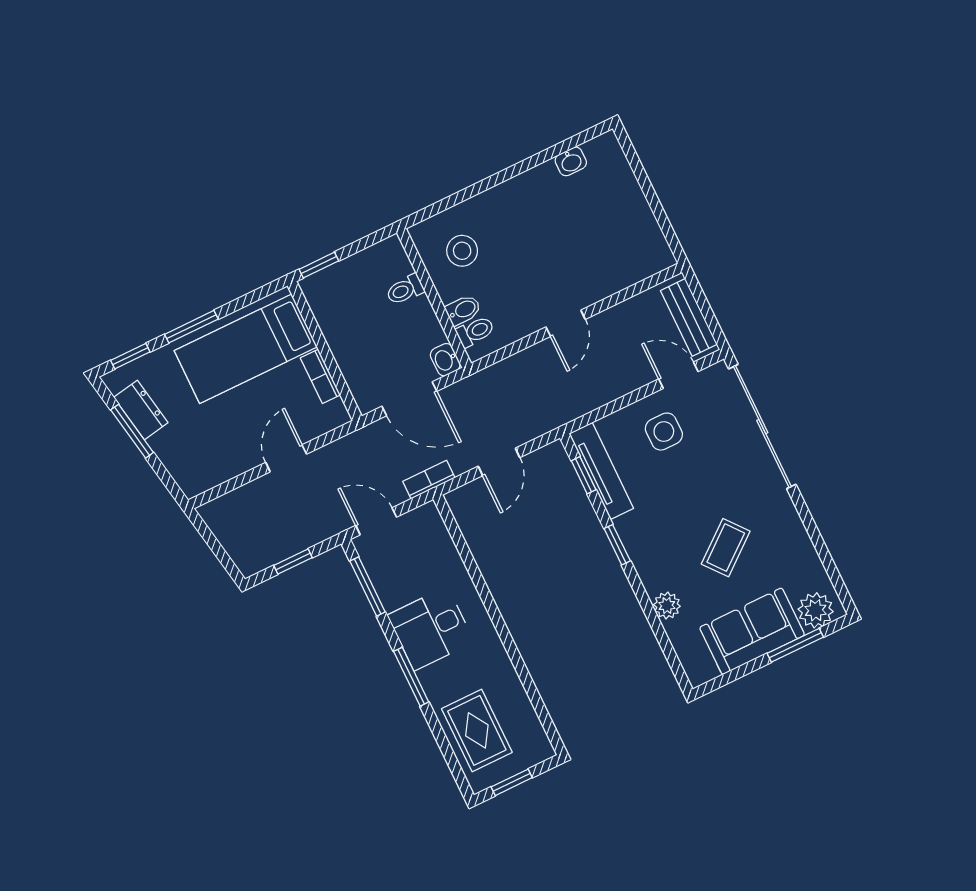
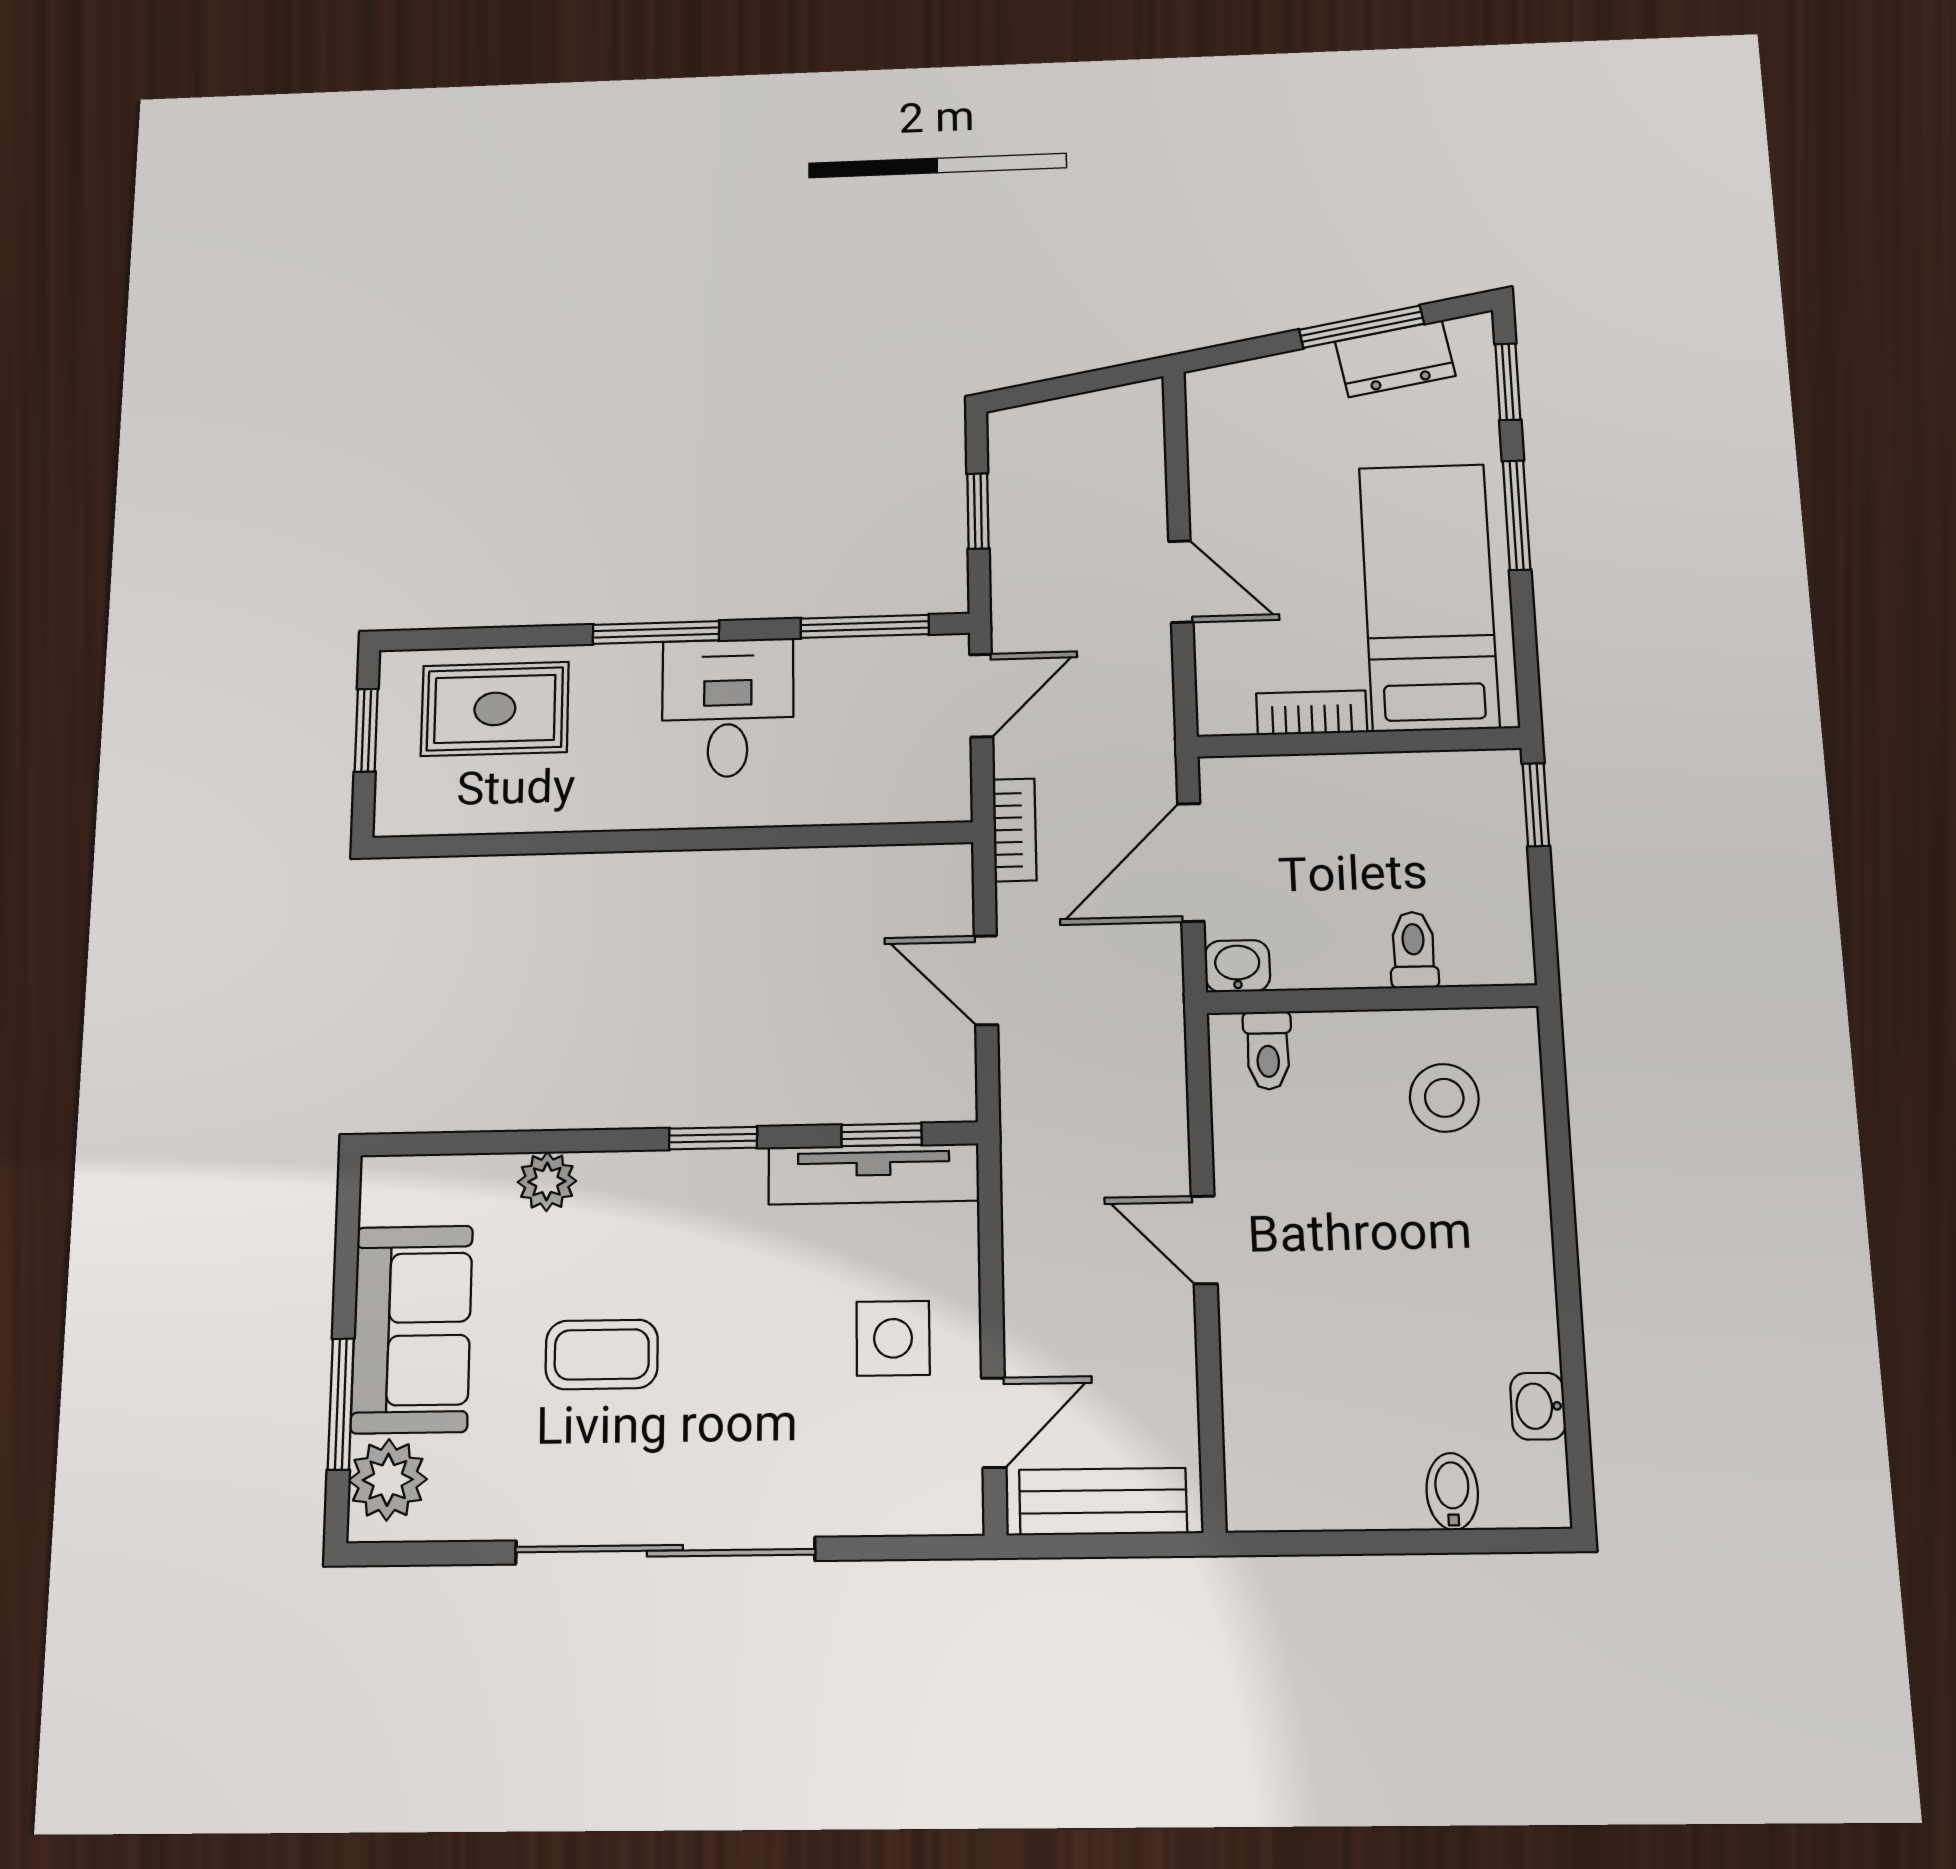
bidet: (463, 310) -> (1452, 1491), moved, turned 180
sliding door: (762, 427) -> (665, 1551), moved
coffee table: (726, 548) -> (602, 1354), turned -51

